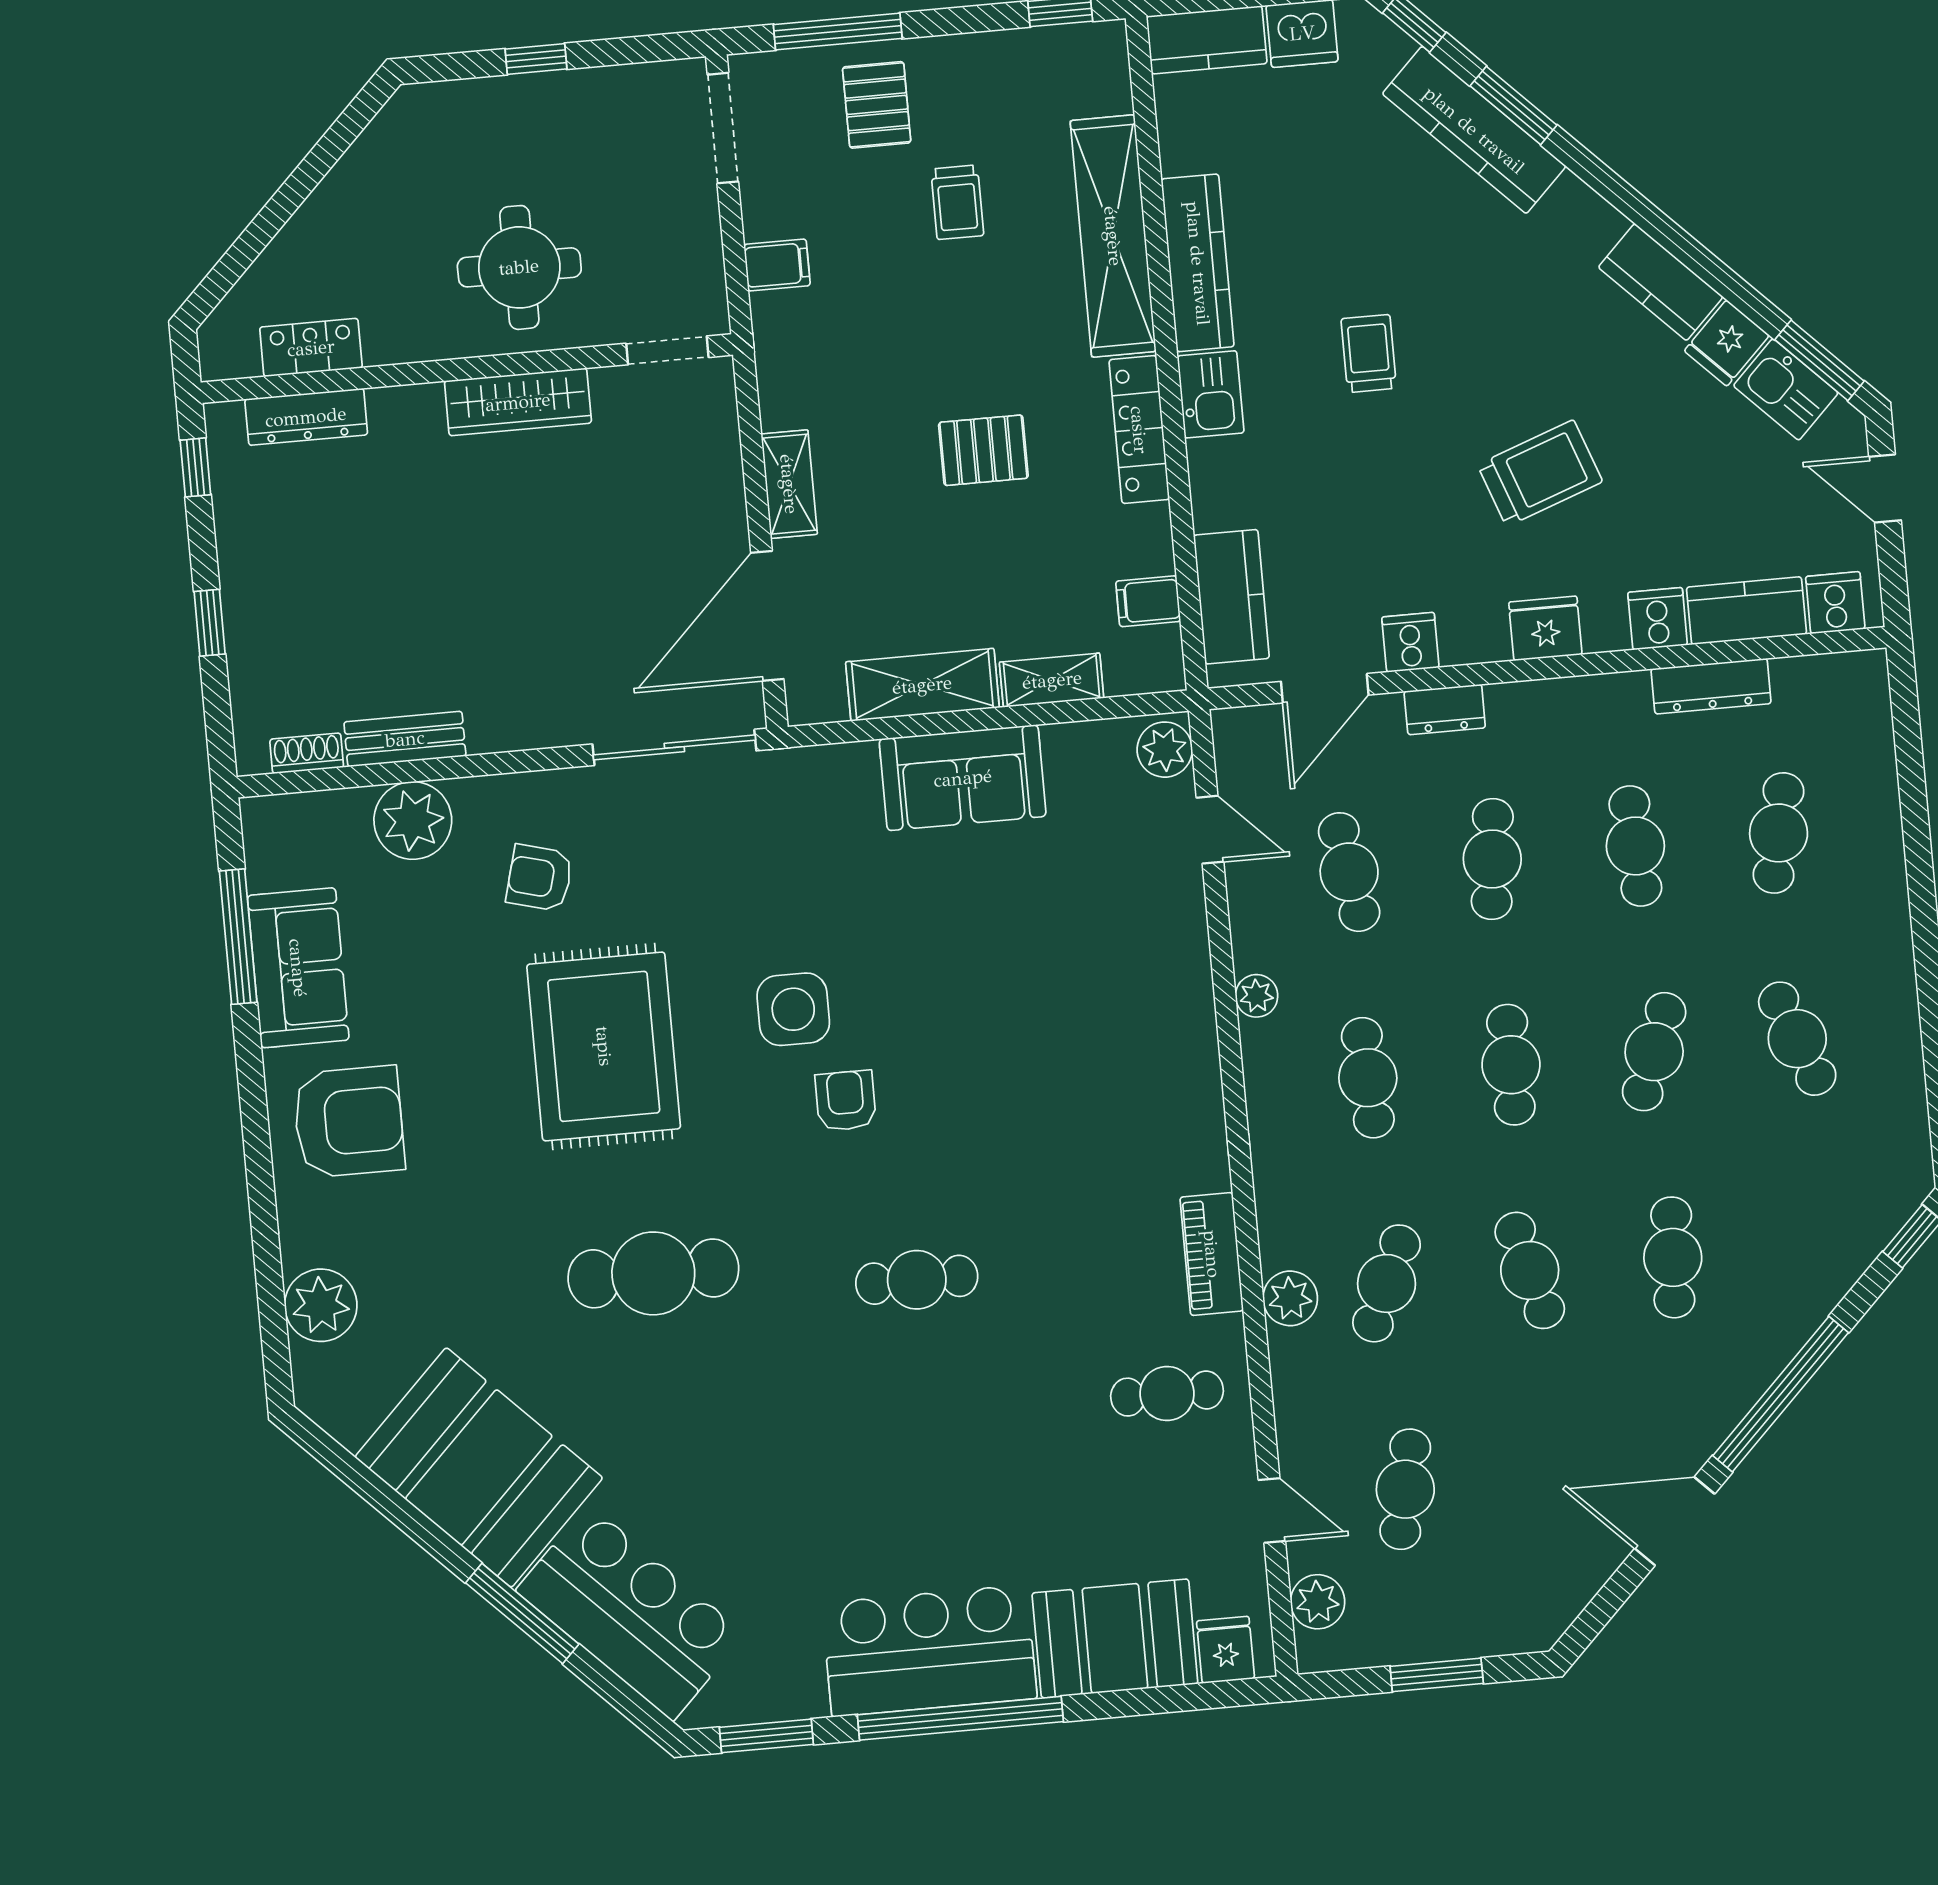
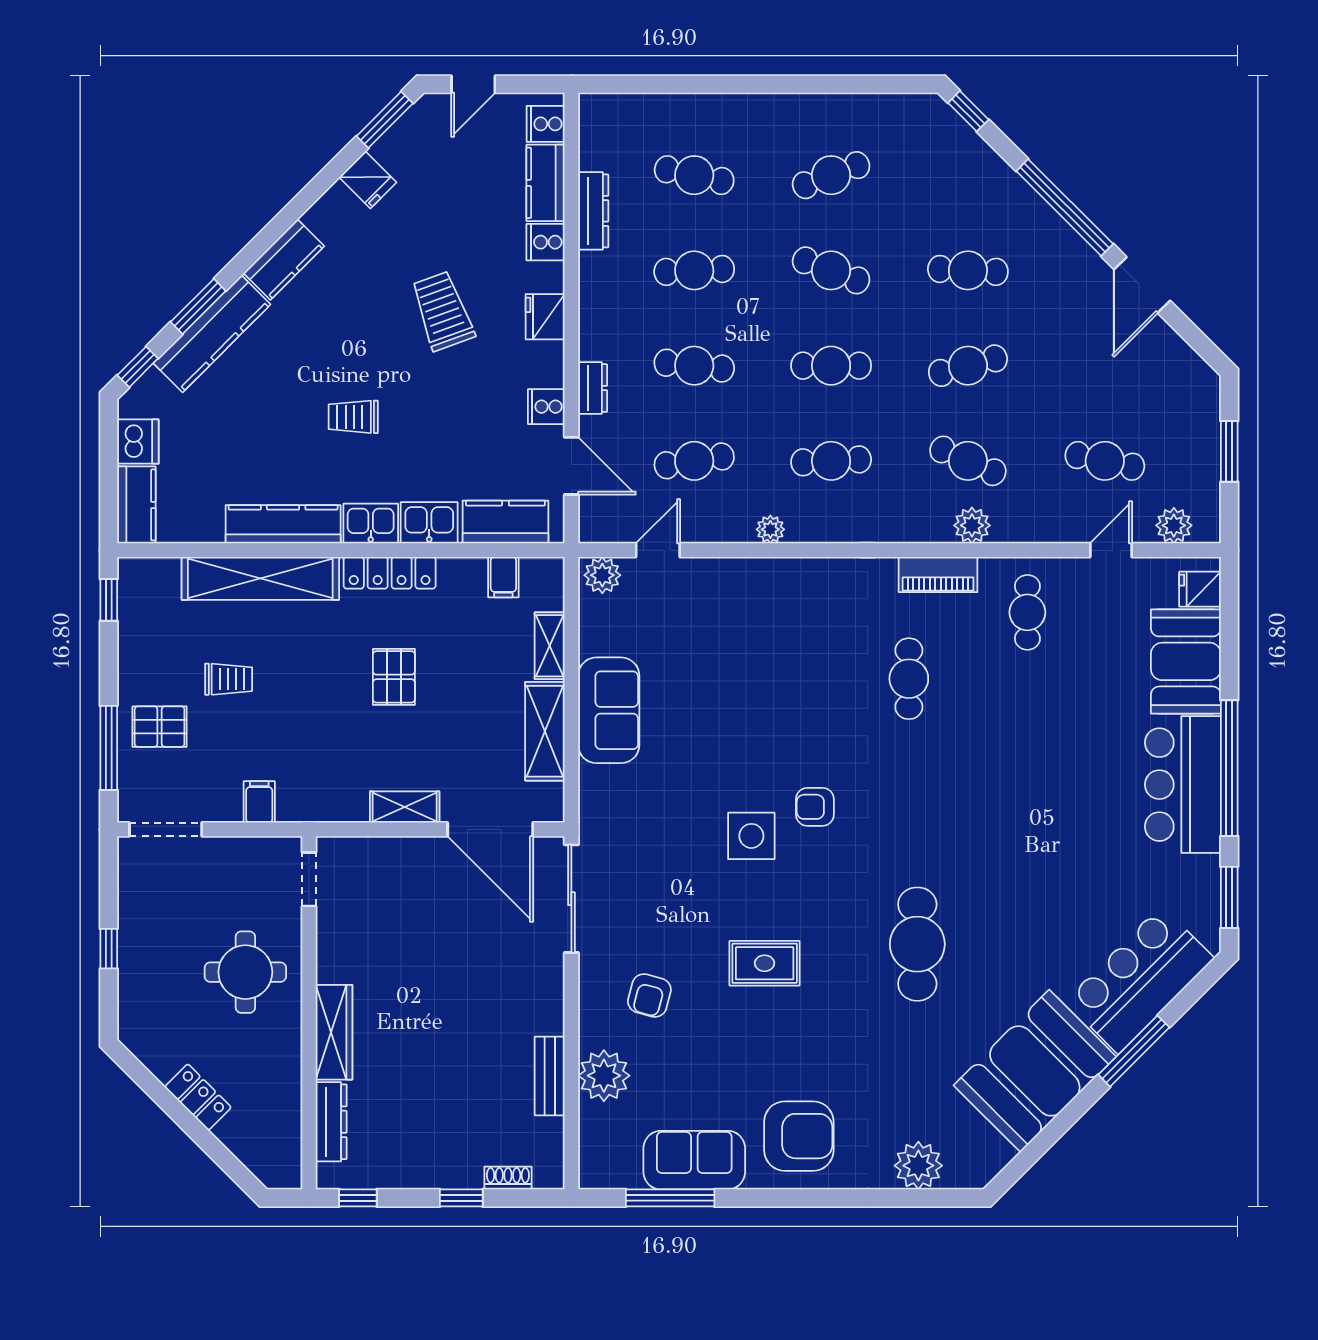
kitchen counter: (1661, 282) -> (284, 260), moved
locker: (311, 348) -> (198, 1097), moved, turned 135
kitchen sink: (1786, 389) -> (429, 523), moved, turned -135
wardrobe: (518, 402) -> (334, 1032), moved
shoe rack: (307, 753) -> (508, 1178), moved, turned 90
rug: (604, 1046) -> (765, 963), width x0.54, depth x0.49
armchair: (349, 1122) -> (799, 1136), turned 90
cafe table: (917, 1280) -> (909, 679), moved

